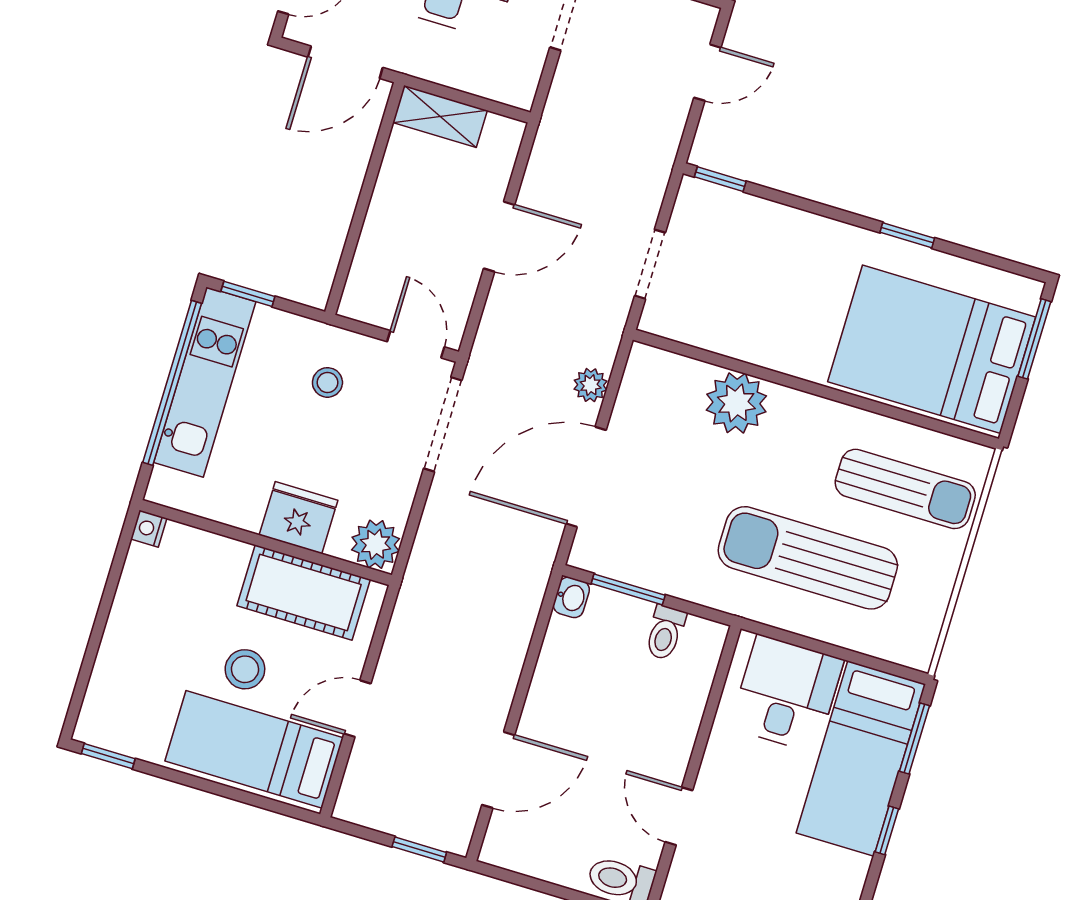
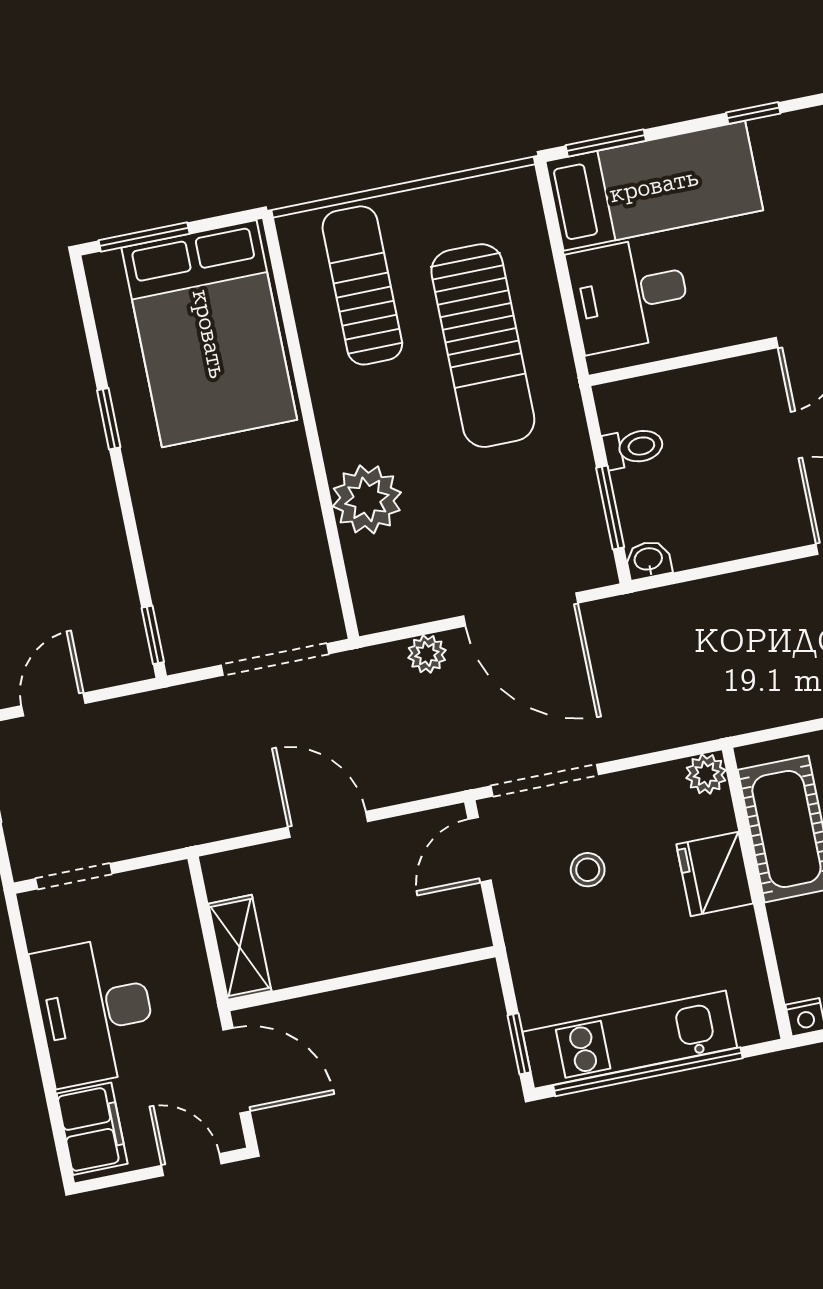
door: (707, 73) -> (53, 704), hinge flipped
doorway: (650, 264) -> (275, 659), width x1.38
stool: (327, 382) -> (588, 870), moved
plant: (376, 544) -> (706, 774), width x0.73, depth x0.73
window: (887, 830) -> (753, 113), moved

